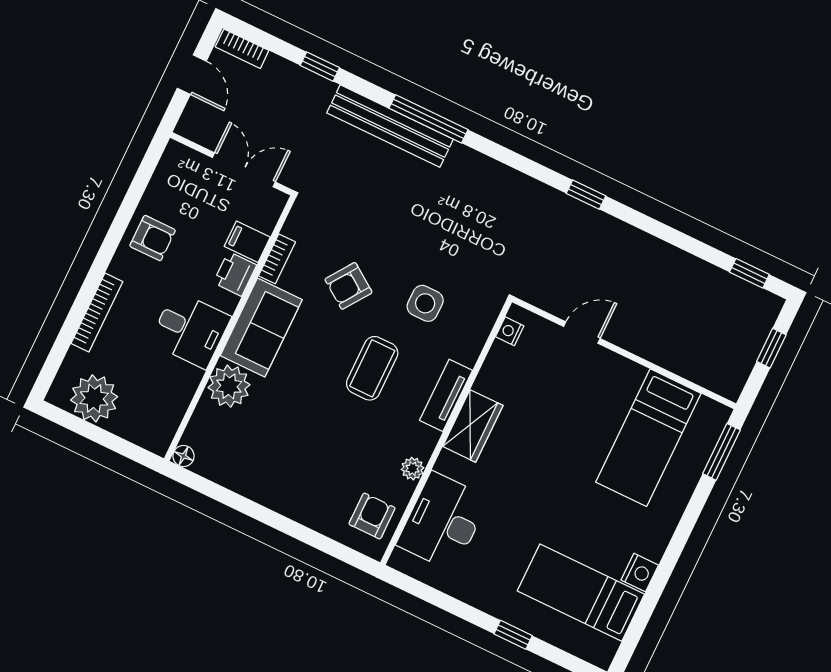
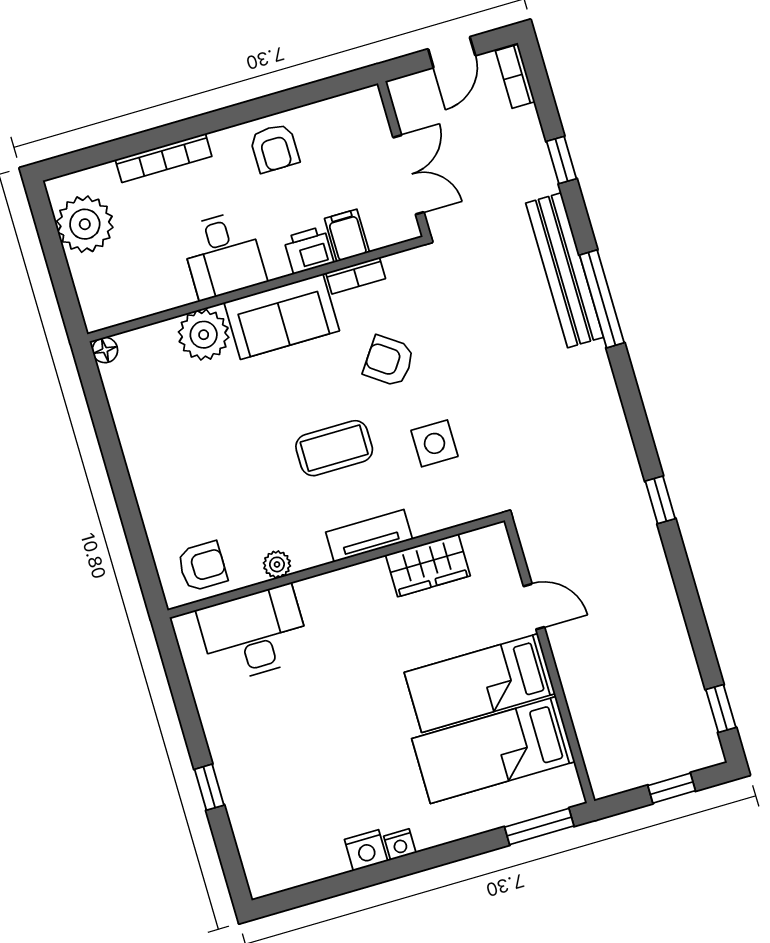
nightstand: (510, 331) -> (400, 844), moved, turned 180
wardrobe: (473, 426) -> (428, 565), moved
bed: (581, 593) -> (480, 683), moved, turned -90

